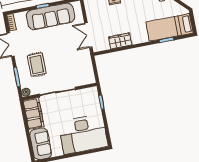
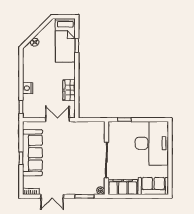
double door: (88, 35) -> (57, 120), swing flipped
rug: (37, 65) -> (76, 175), removed

